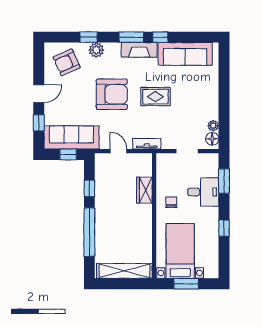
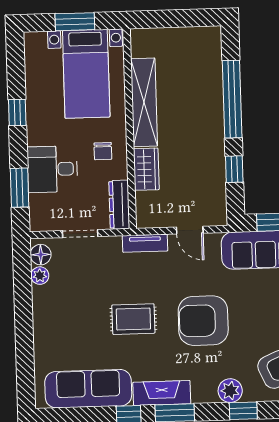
dresser: (162, 168) -> (119, 205), added
shelving: (124, 271) -> (144, 102), moved, turned 90

